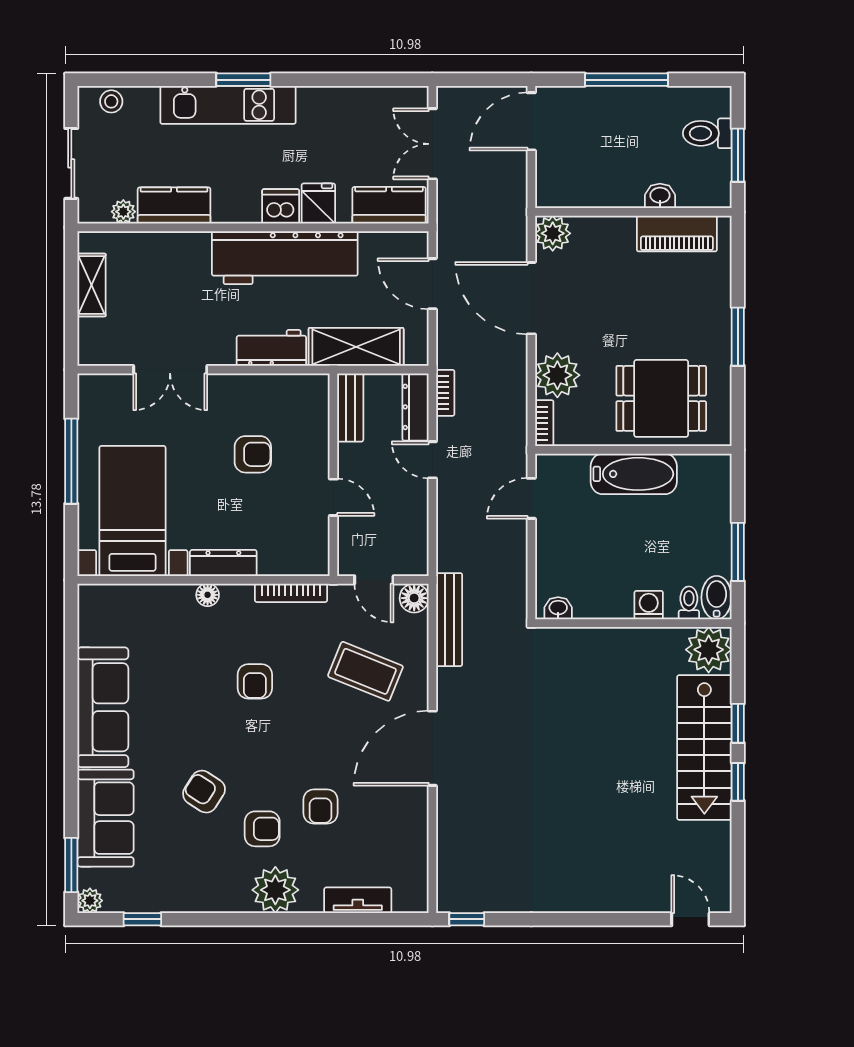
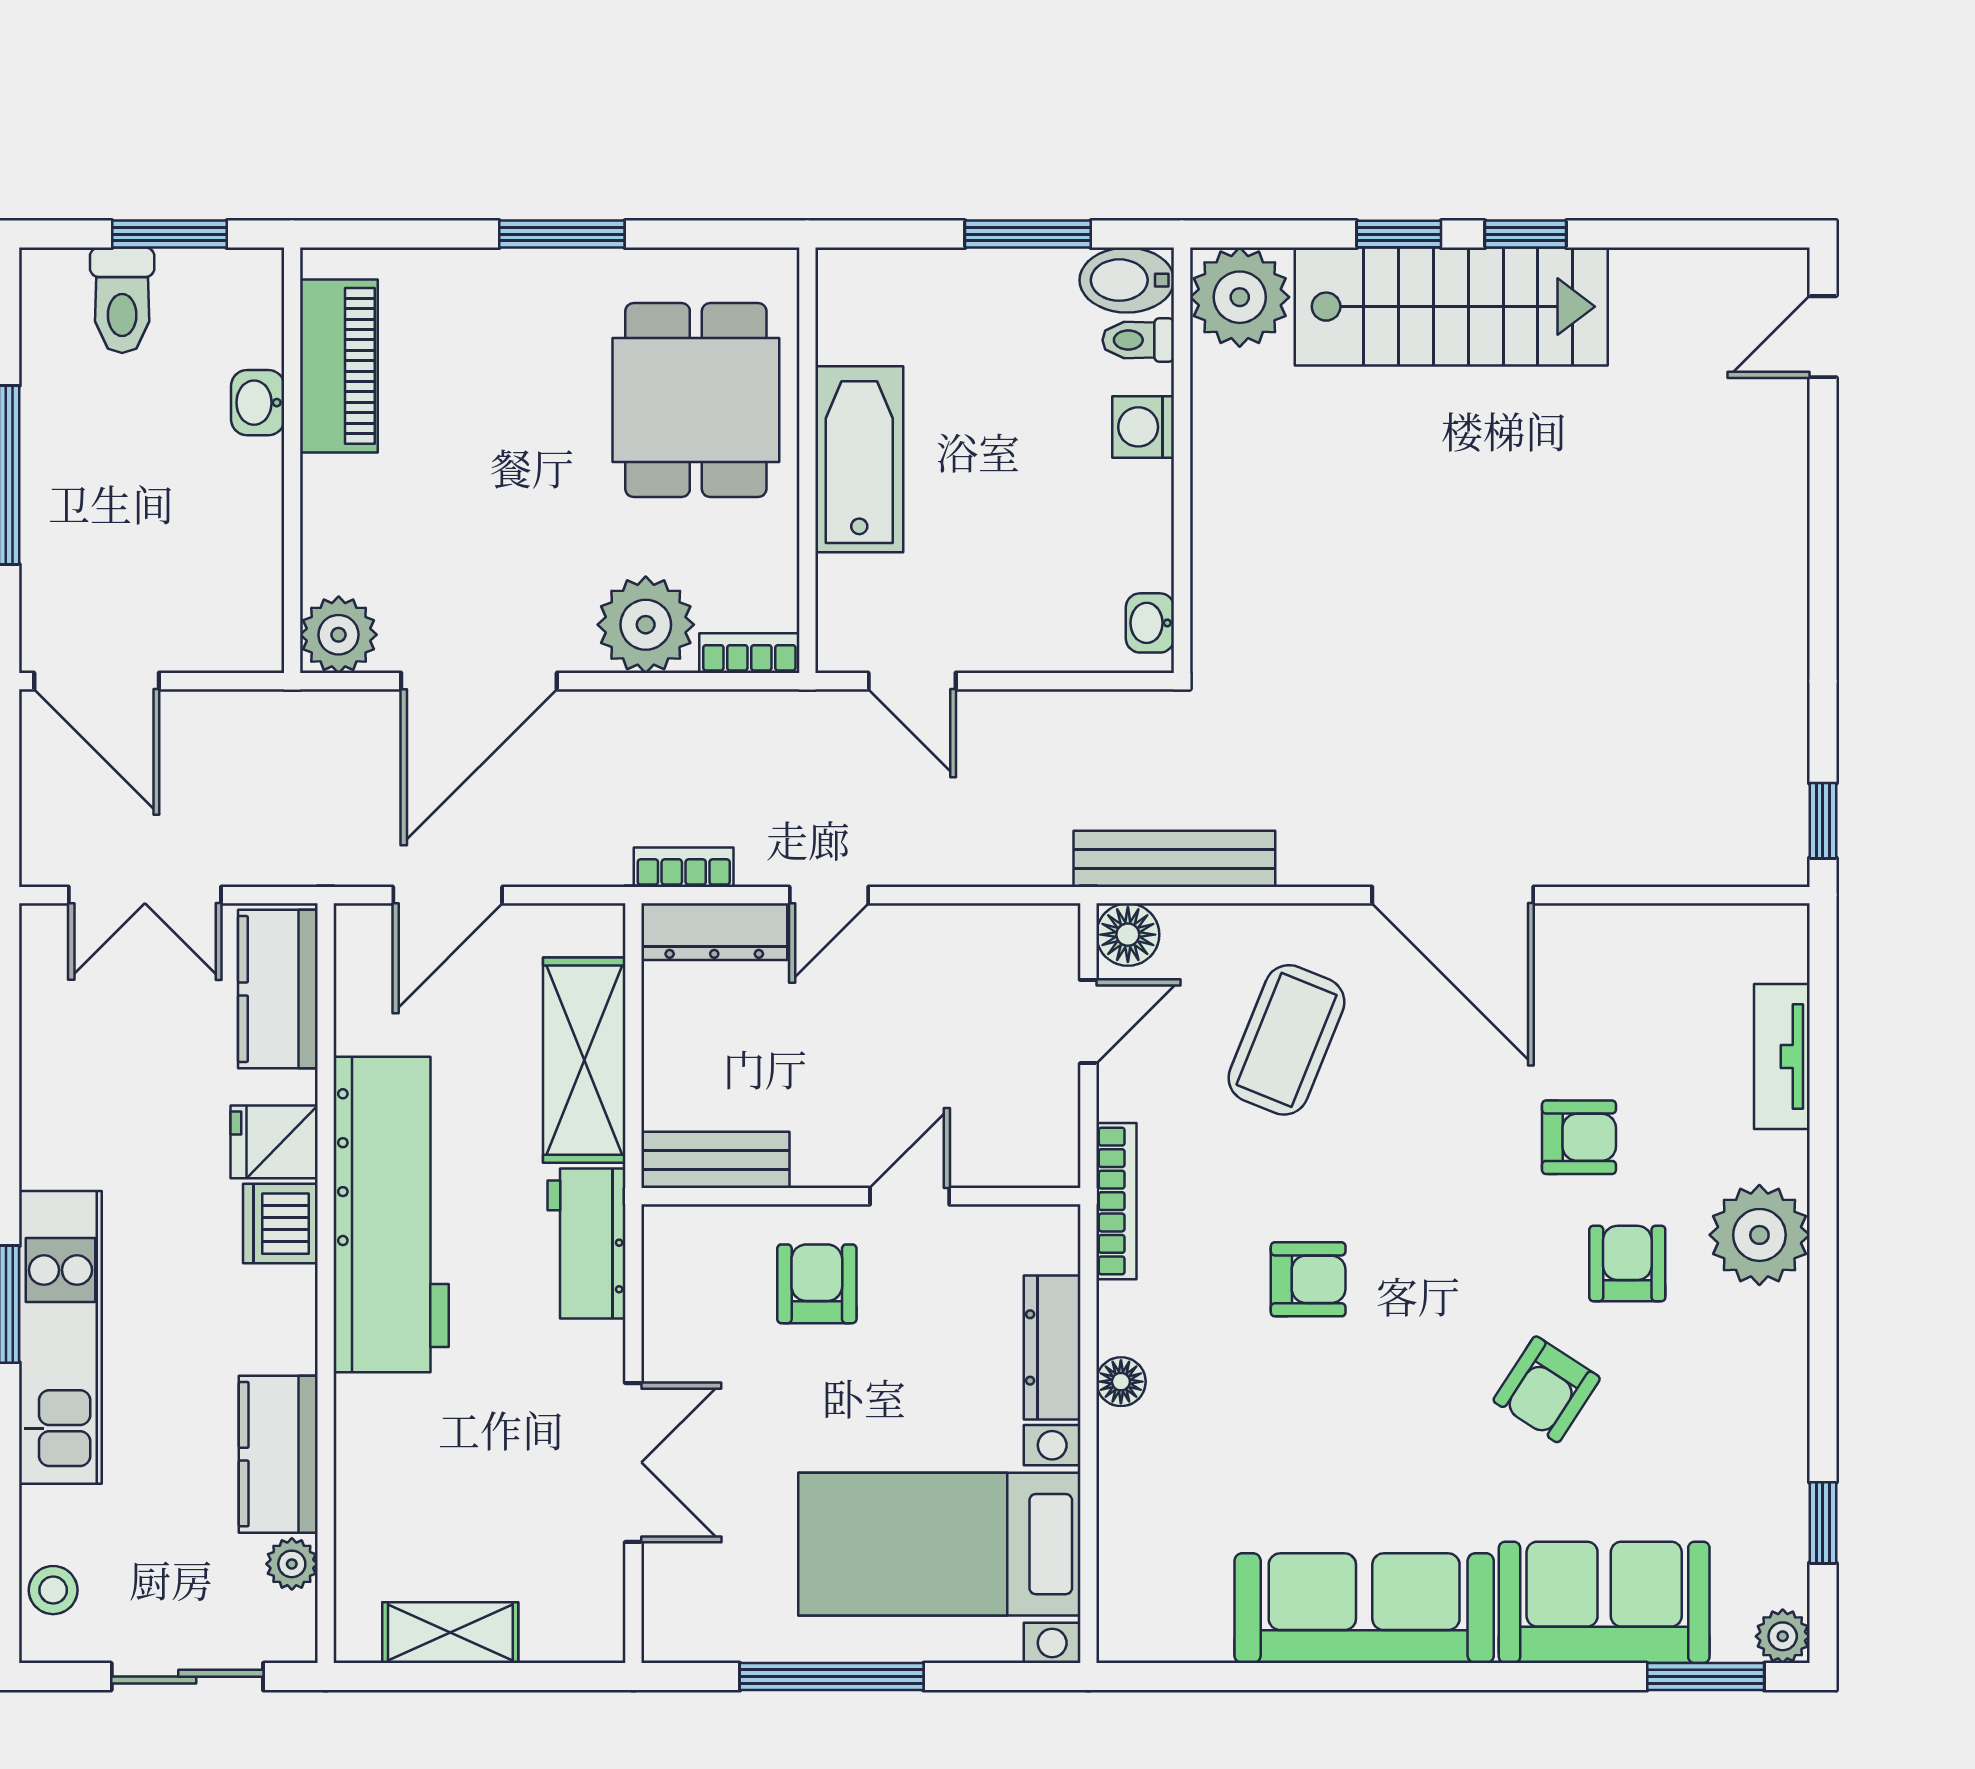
bench: (350, 407) -> (715, 1160), moved
wall: (333, 475) -> (861, 1196), moved
door: (333, 497) -> (910, 1196), moved

